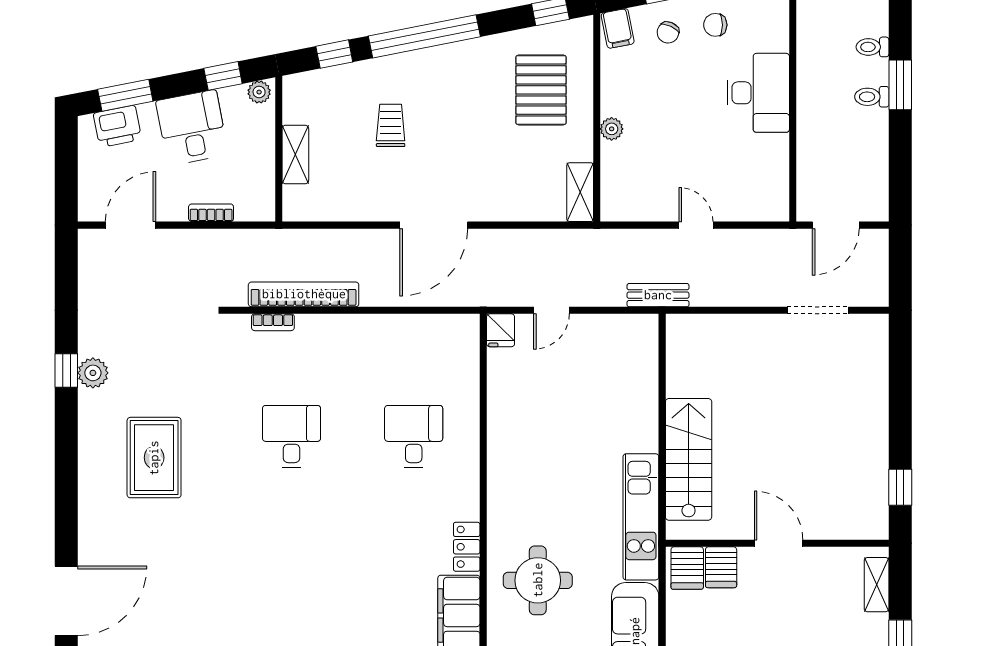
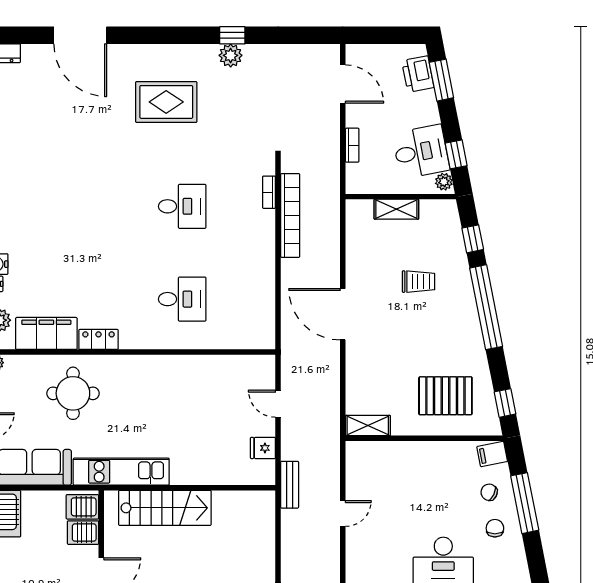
desk: (192, 128) -> (421, 152), moved
plant: (612, 129) -> (416, 449), removed
fridge: (501, 330) -> (263, 448), moved
door: (66, 601) -> (80, 35), moved

